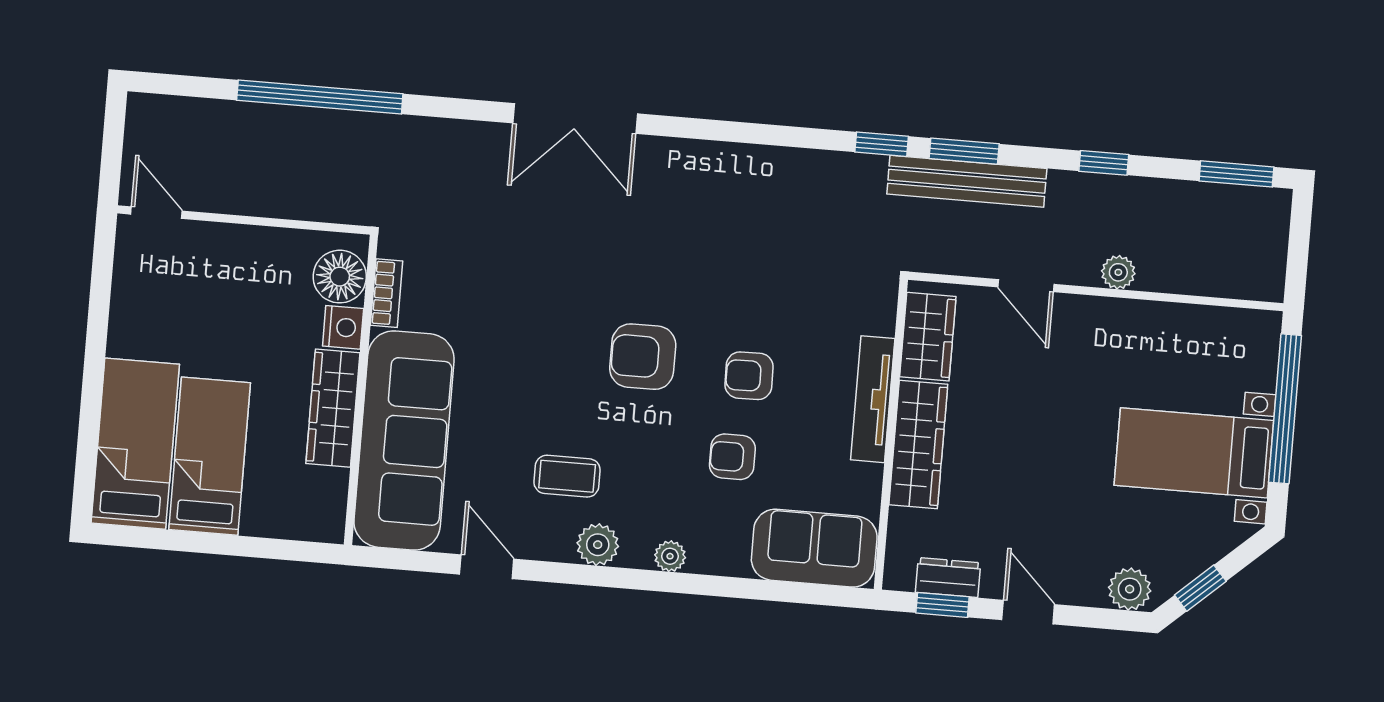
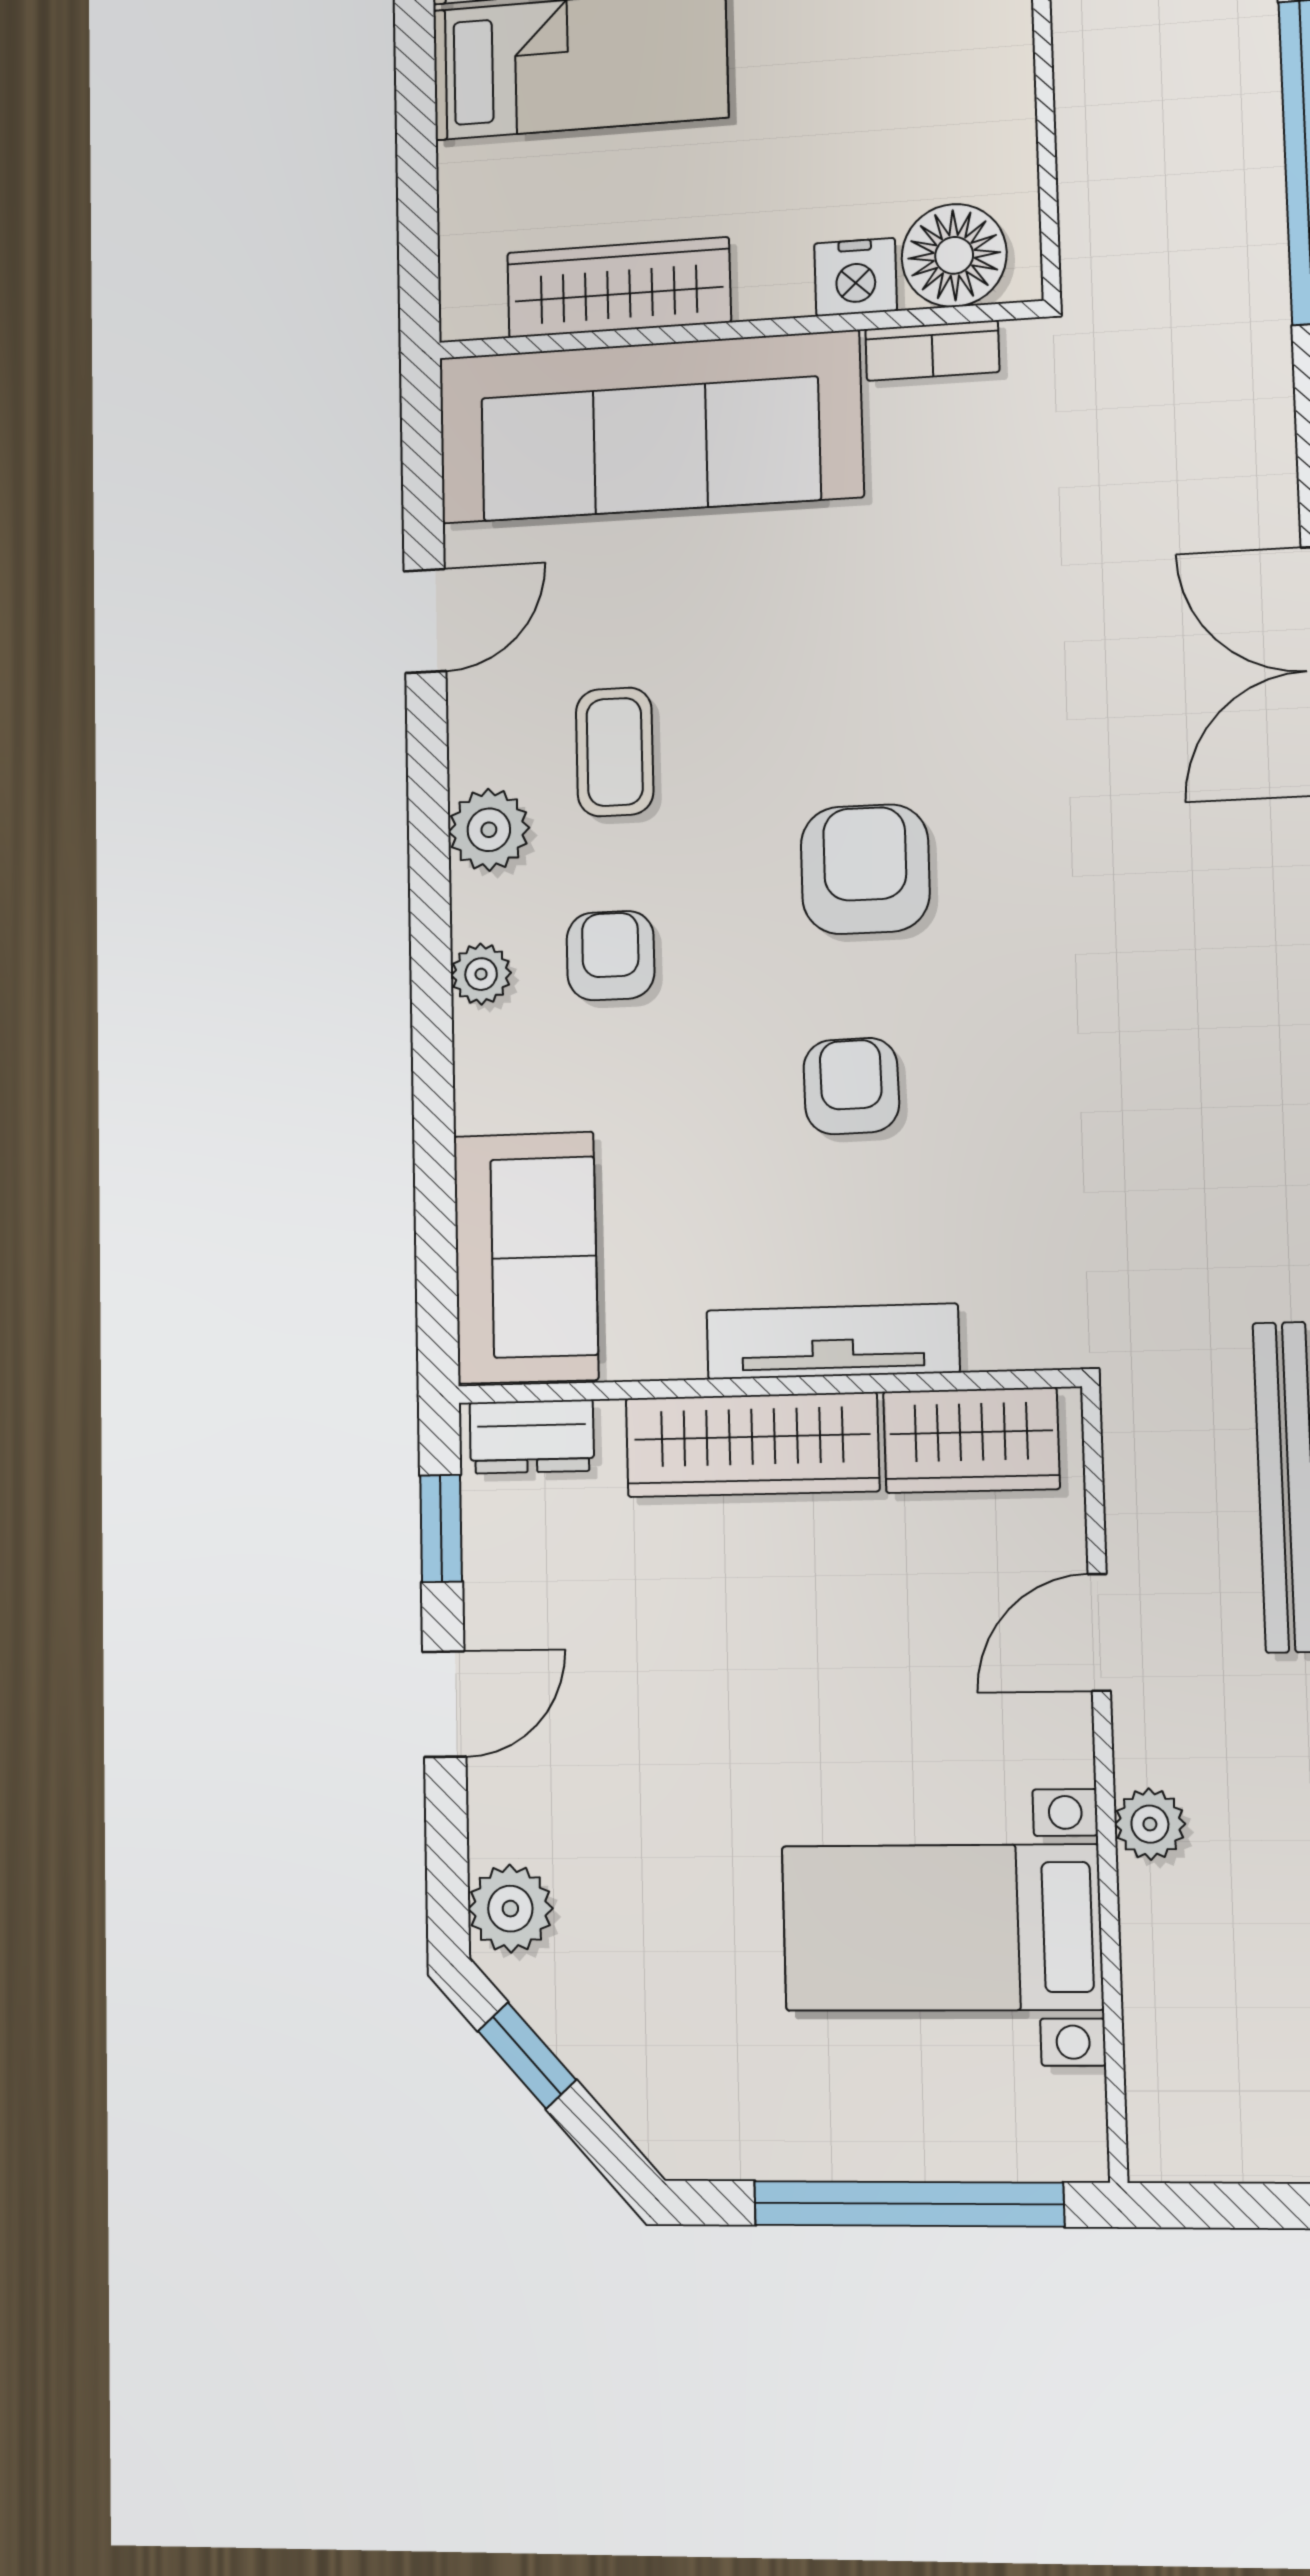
wardrobe: (333, 408) -> (619, 287), moved
bed with nightstands: (1194, 453) -> (942, 1928), moved, turned -90
armchair: (732, 457) -> (611, 956), moved
dresser: (948, 578) -> (532, 1437), moved, turned 90

